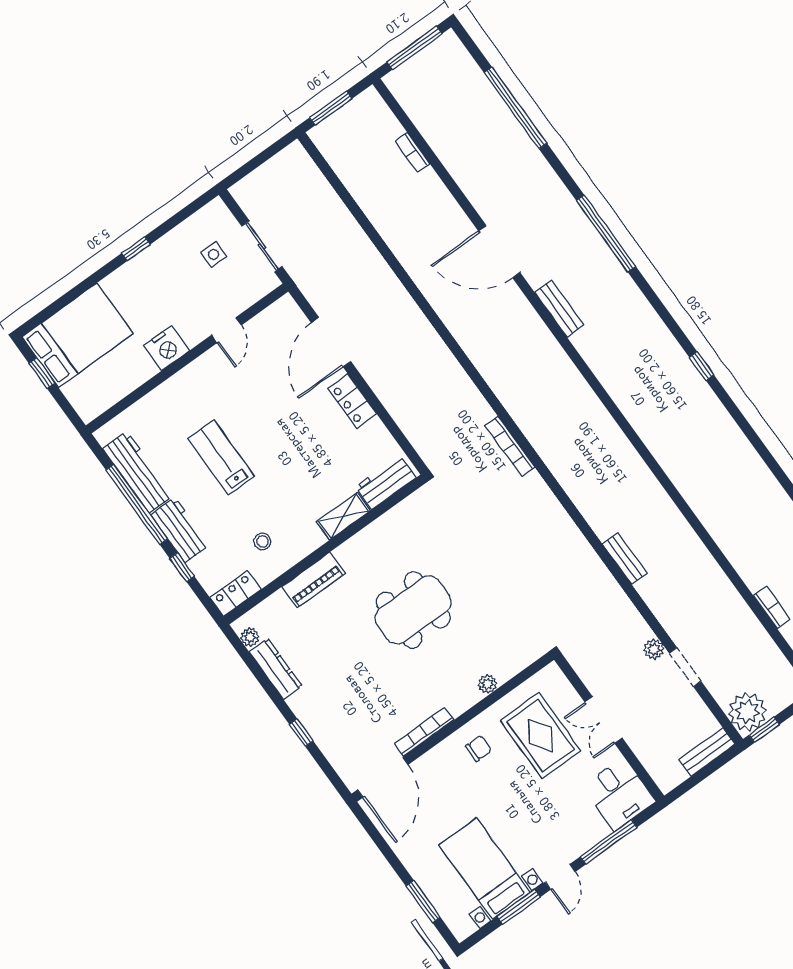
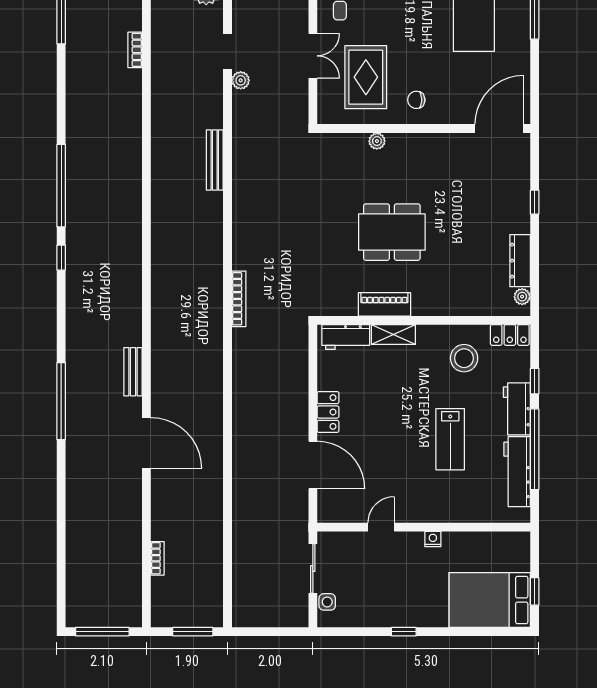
window: (515, 108) -> (61, 186), moved
side table: (214, 254) -> (327, 602), moved
door: (331, 342) -> (313, 465), hinge flipped
nightstand: (167, 348) -> (433, 539), width x0.53, depth x0.56
stool: (262, 542) -> (464, 358), width x1.89, depth x1.89
bench: (625, 559) -> (215, 160), width x1.36
piano: (313, 580) -> (384, 304), moved
bookcase: (424, 732) -> (447, 140), removed

